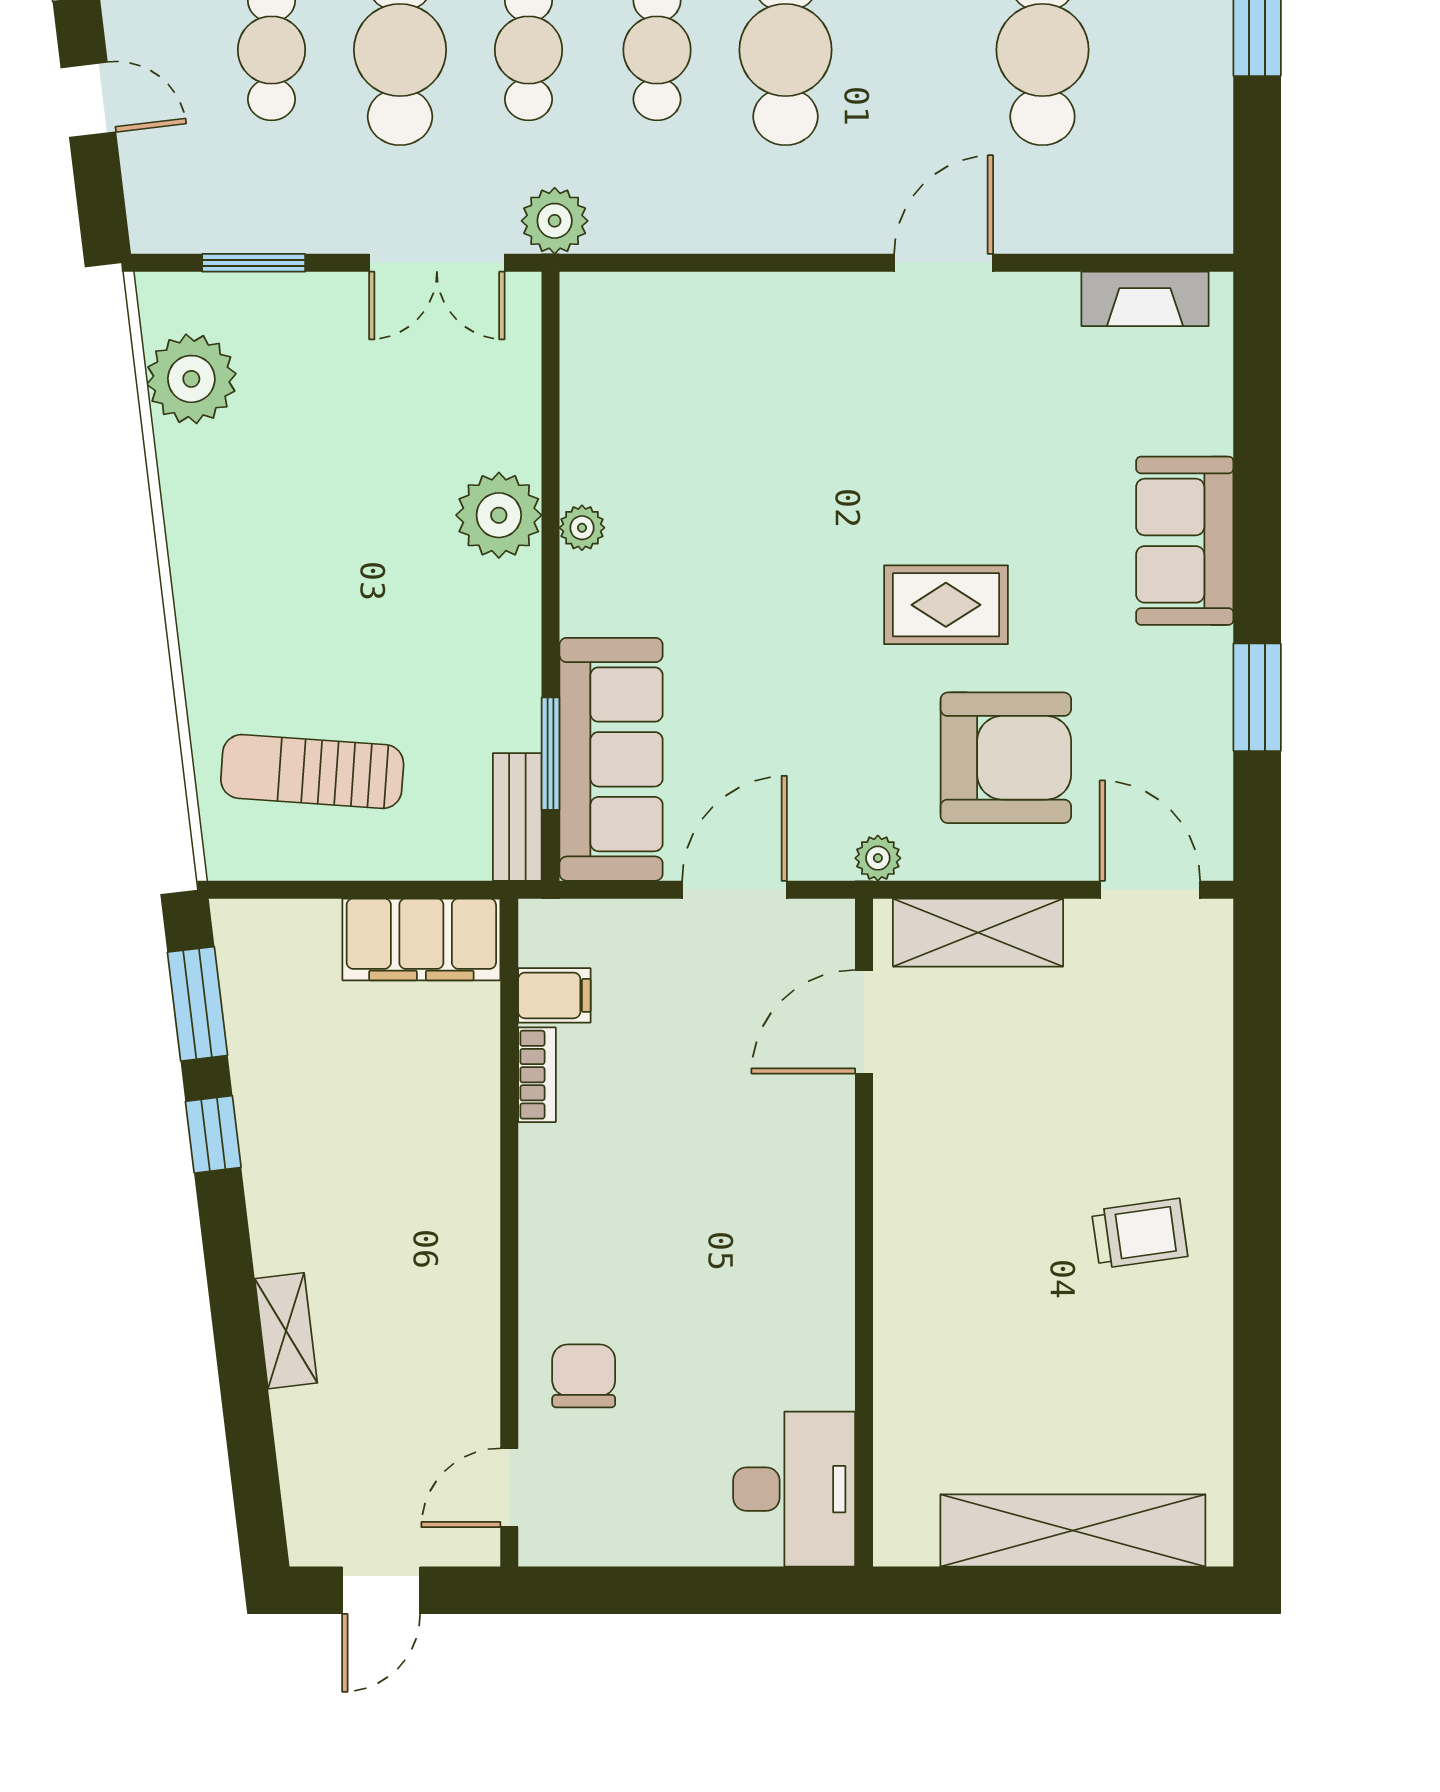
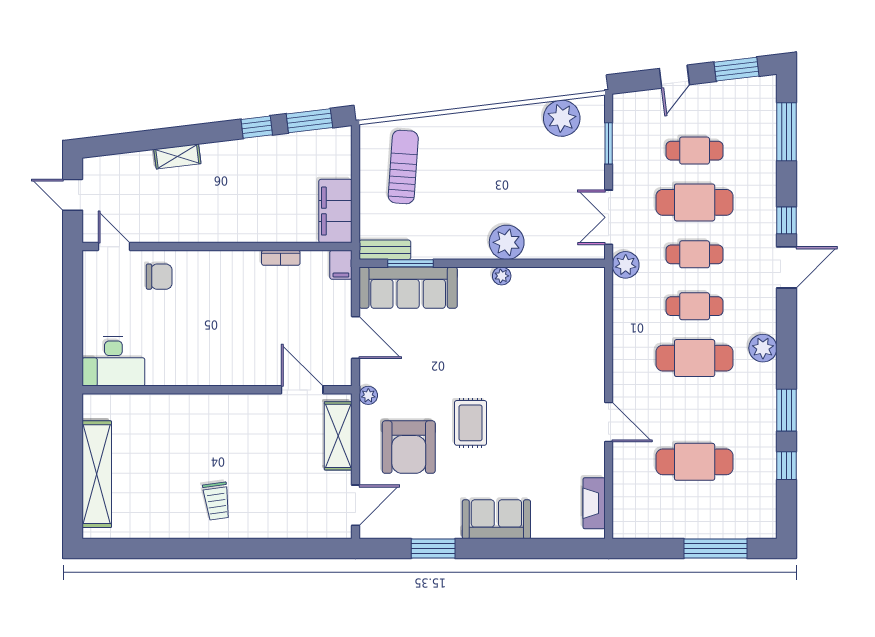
filing cabinet: (554, 995) -> (341, 265), moved

